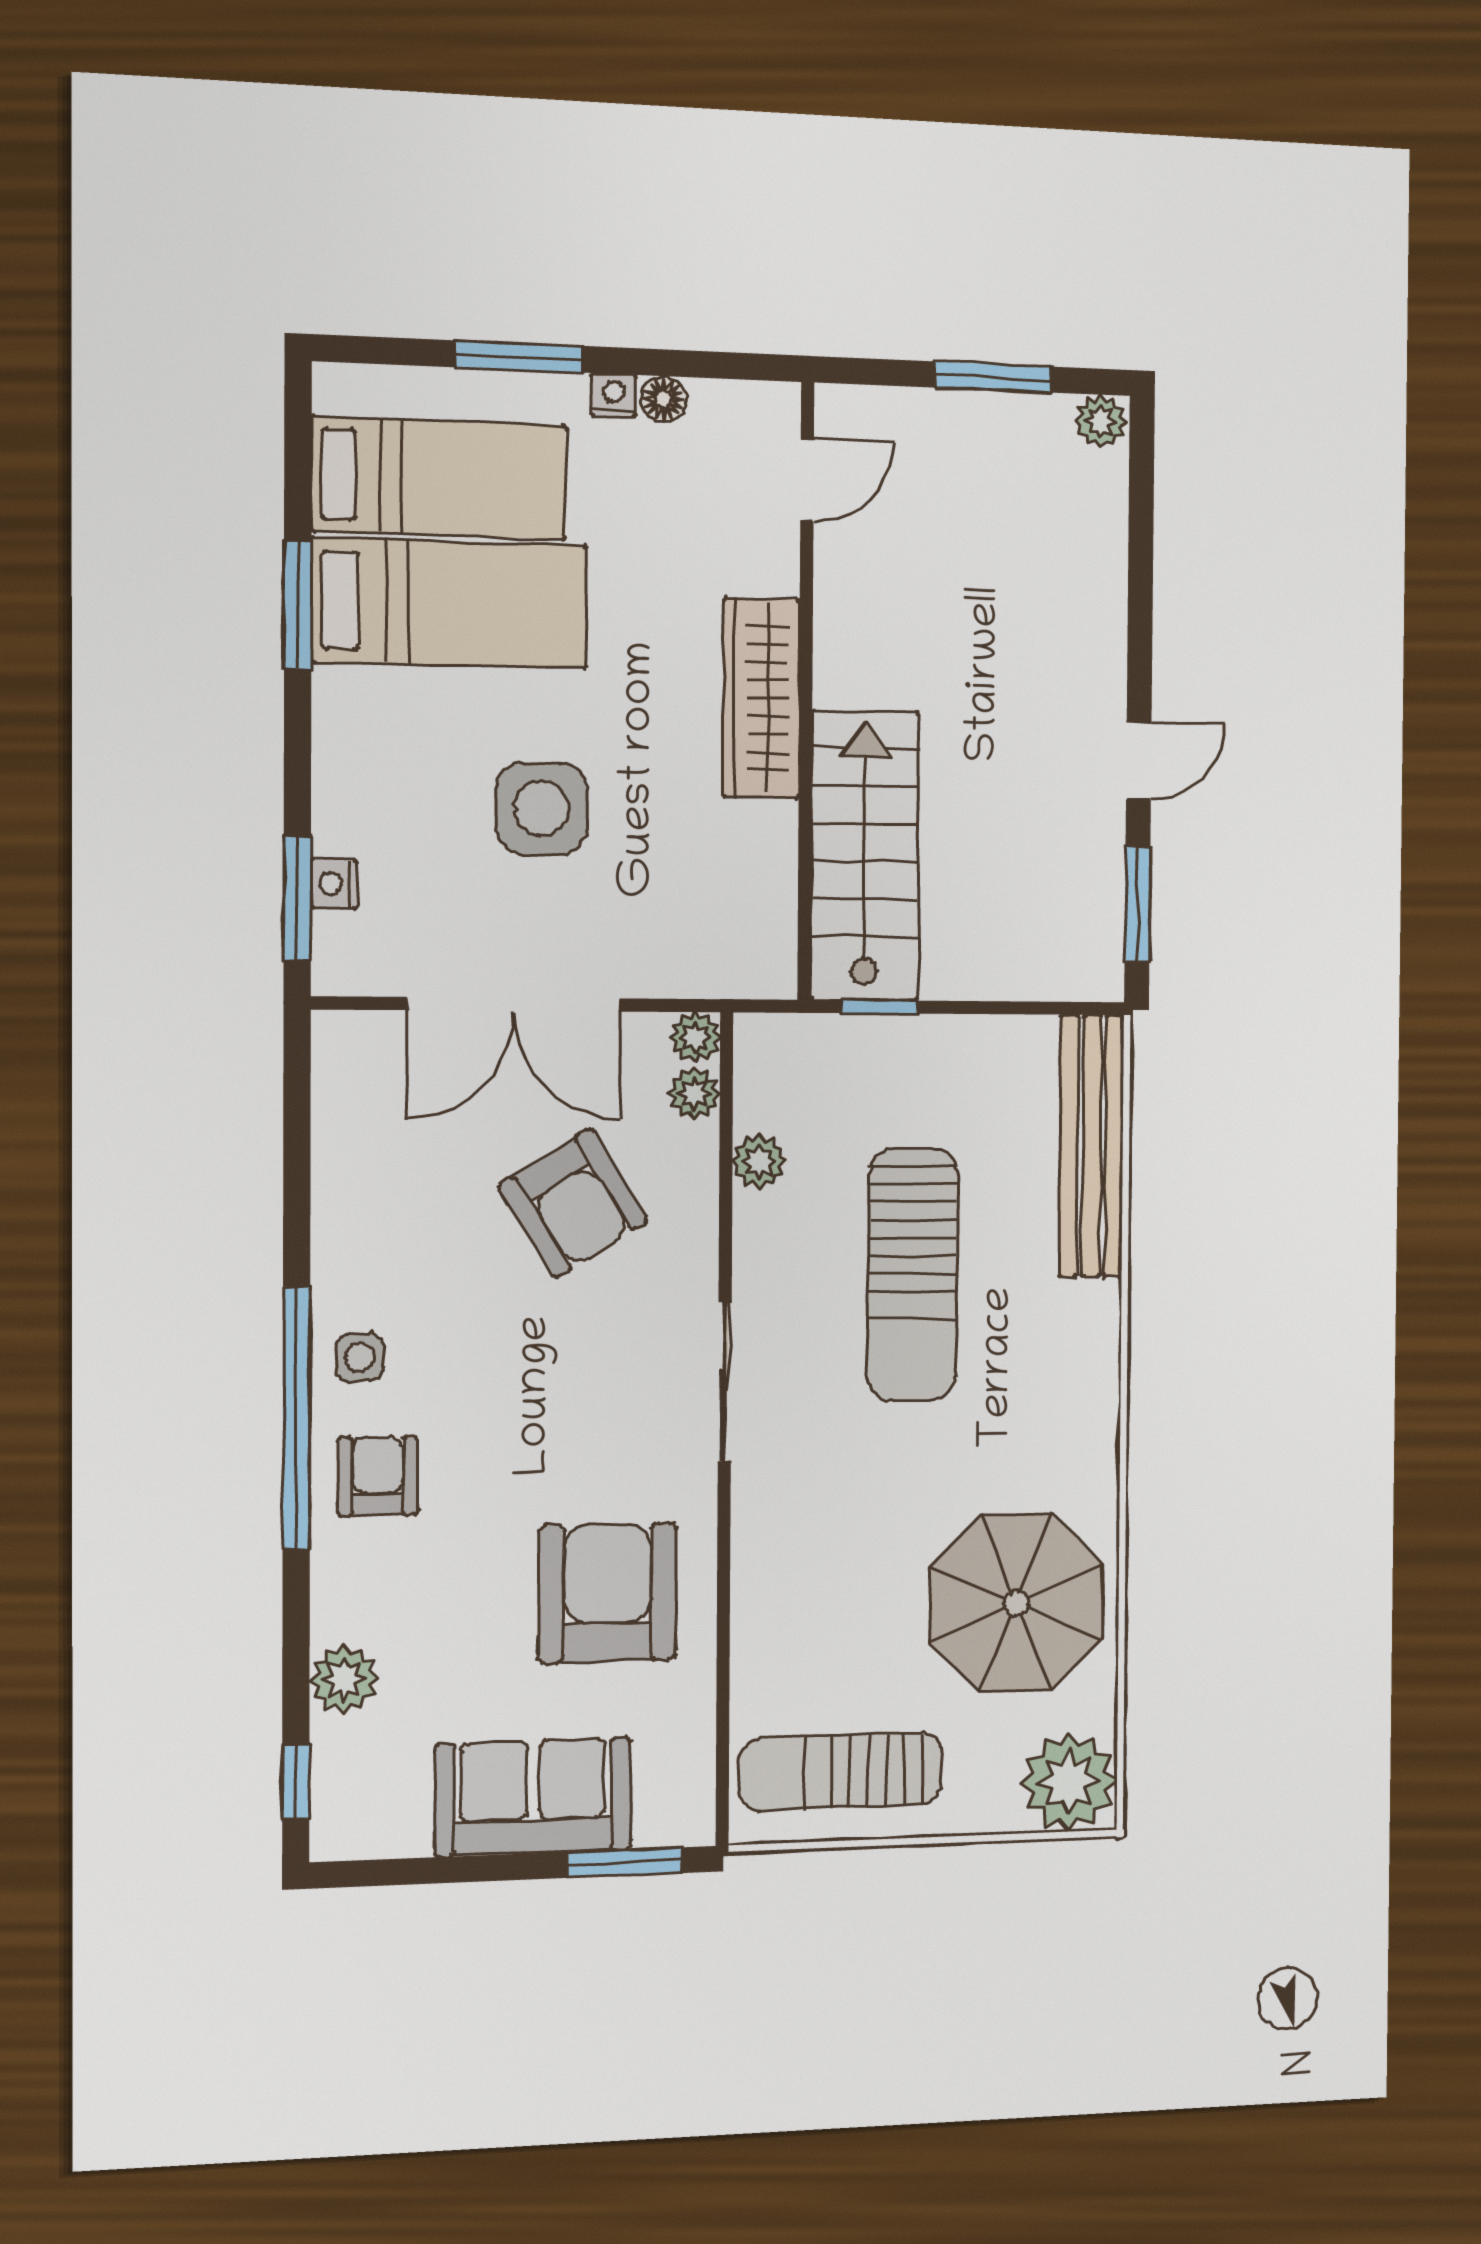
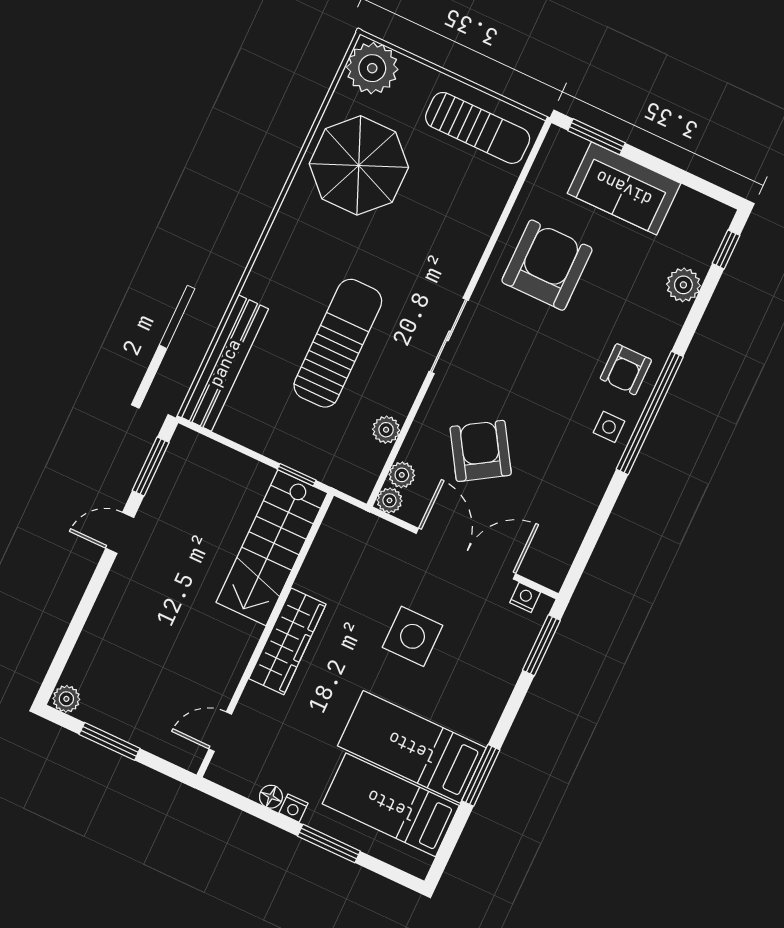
nightstand: (334, 884) -> (525, 597), moved, turned -90
armchair: (608, 1593) -> (547, 265), turned 180

